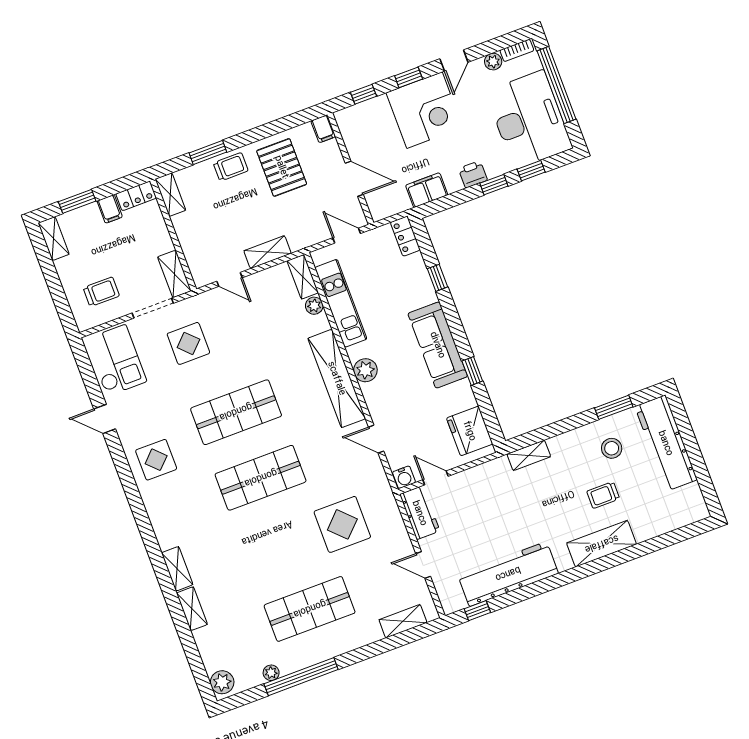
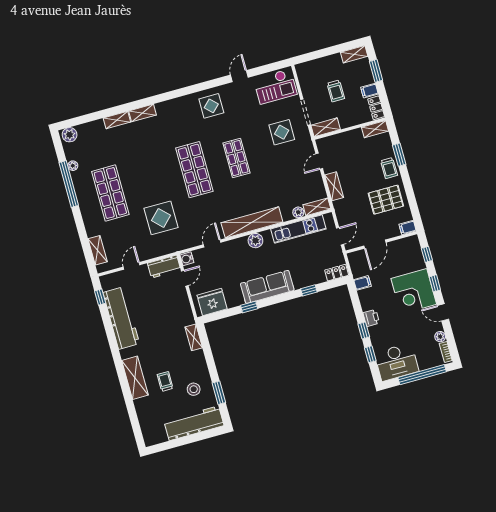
desk: (529, 120) -> (397, 362), width x0.73, depth x0.77
filing cabinet: (427, 190) -> (362, 283), width x0.50
trolley: (101, 292) -> (336, 91), moved
shop shelf: (236, 412) -> (236, 158), width x0.70, depth x0.74

